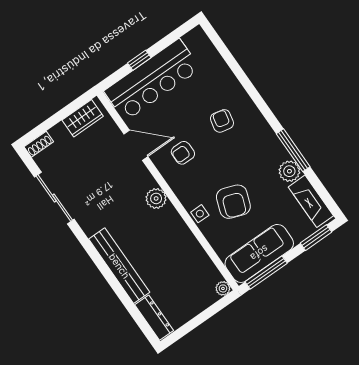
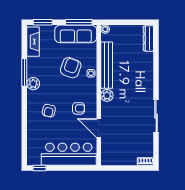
window: (139, 60) -> (40, 168), moved
wardrobe: (83, 118) -> (115, 159), removed
plant: (289, 171) -> (33, 84), moved
sliding door: (54, 198) -> (156, 116), moved
bench: (119, 266) -> (107, 65), moved

